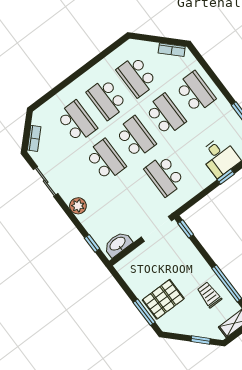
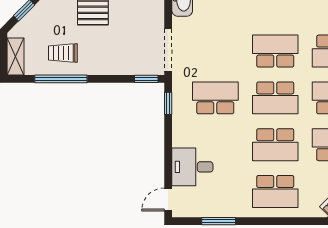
school desk: (106, 160) -> (275, 51), turned 180
window: (226, 177) -> (168, 103), moved
trolley: (209, 295) -> (63, 53), turned 180

